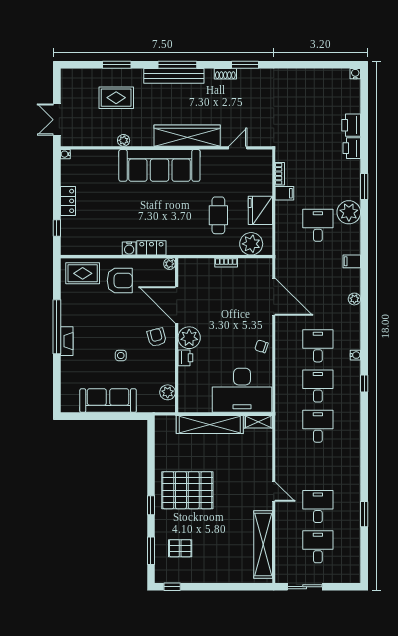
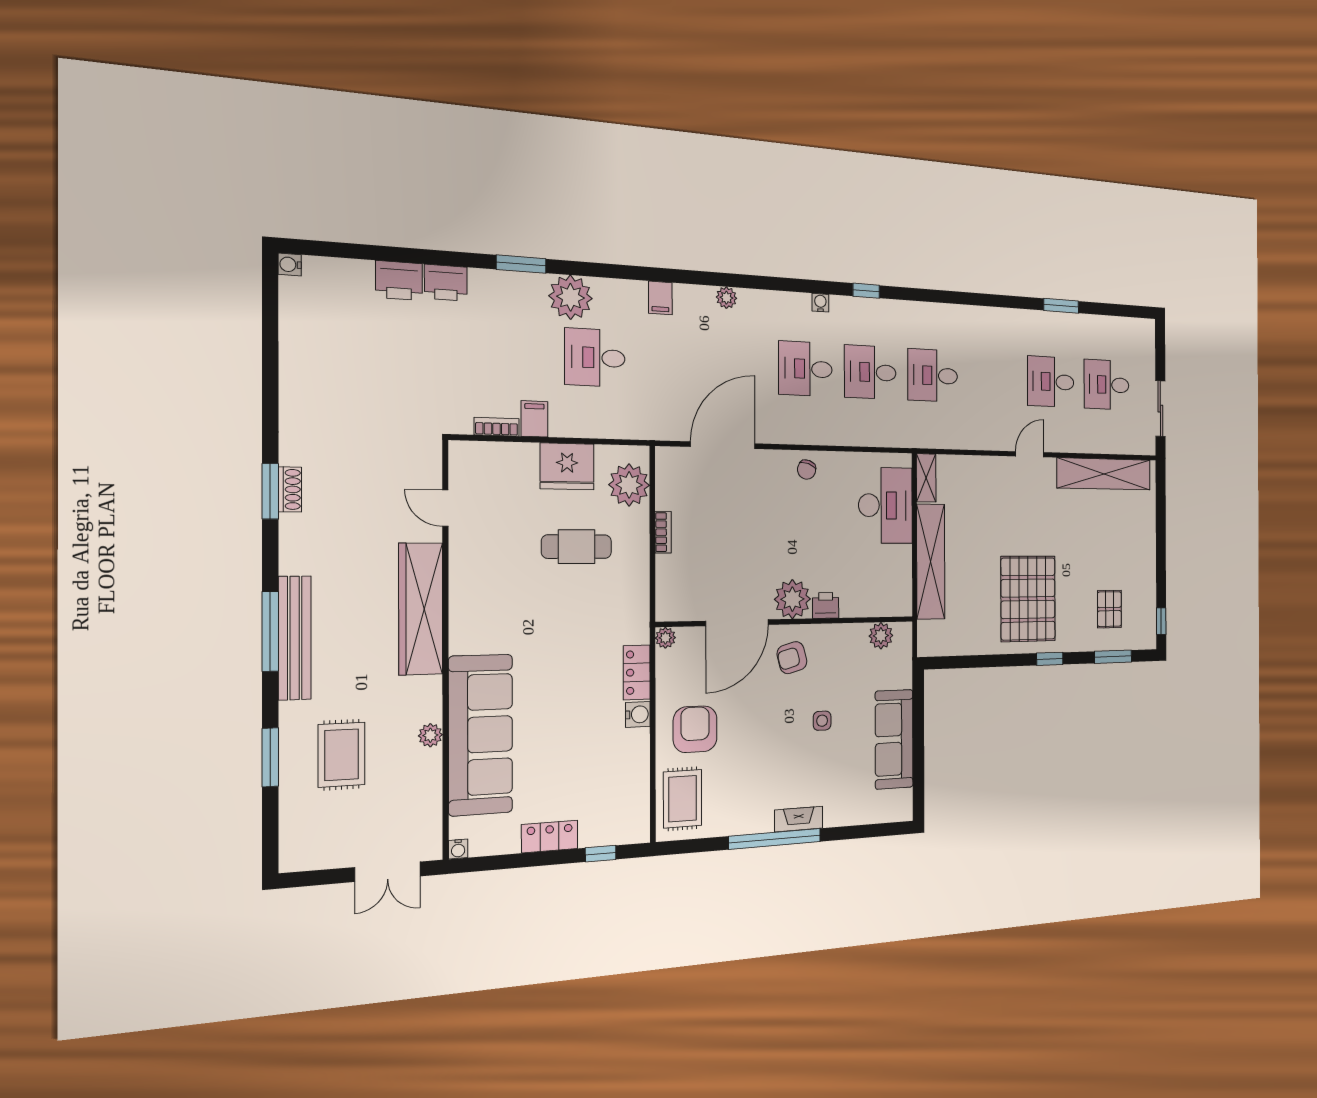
shoe rack: (225, 74) -> (290, 489), moved
sofa: (159, 165) -> (481, 735), moved
desk: (242, 390) -> (885, 505), width x0.73, depth x0.77

